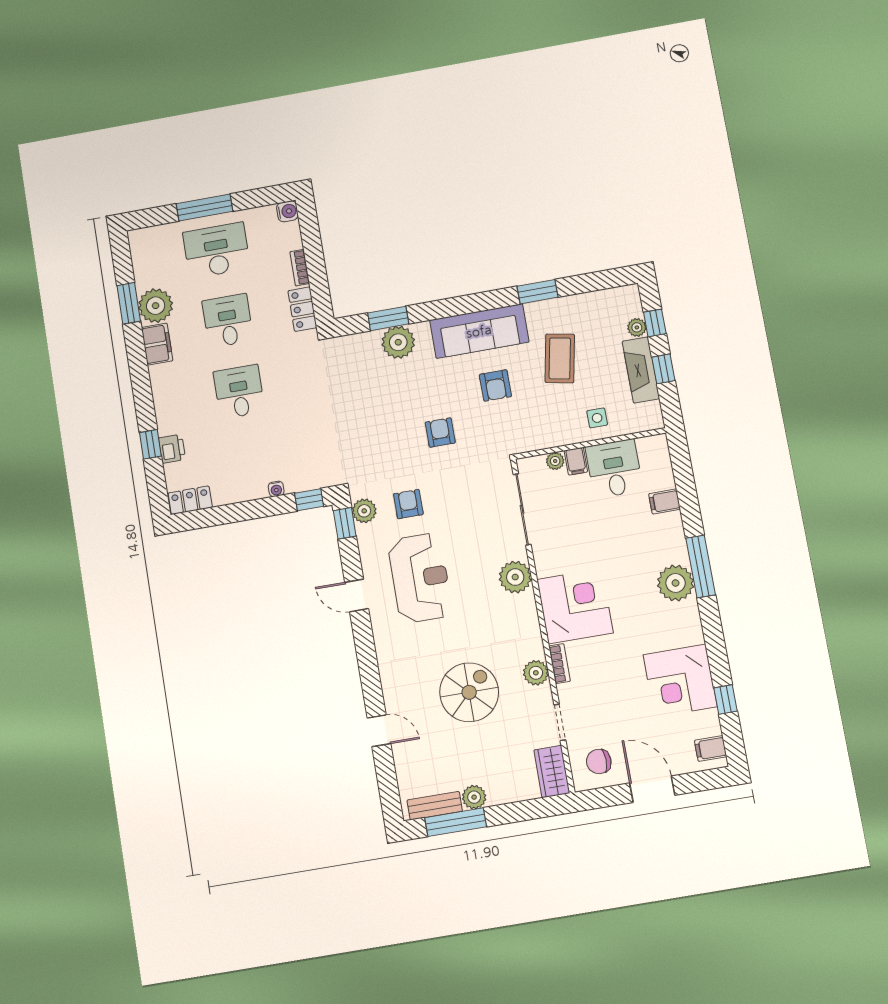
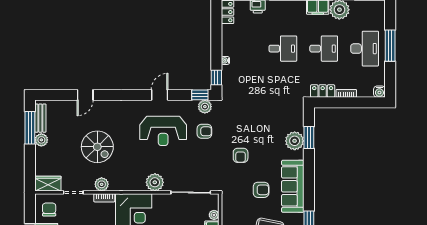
armchair: (495, 385) -> (261, 190), turned 180
armchair: (440, 432) -> (241, 155), turned 90

